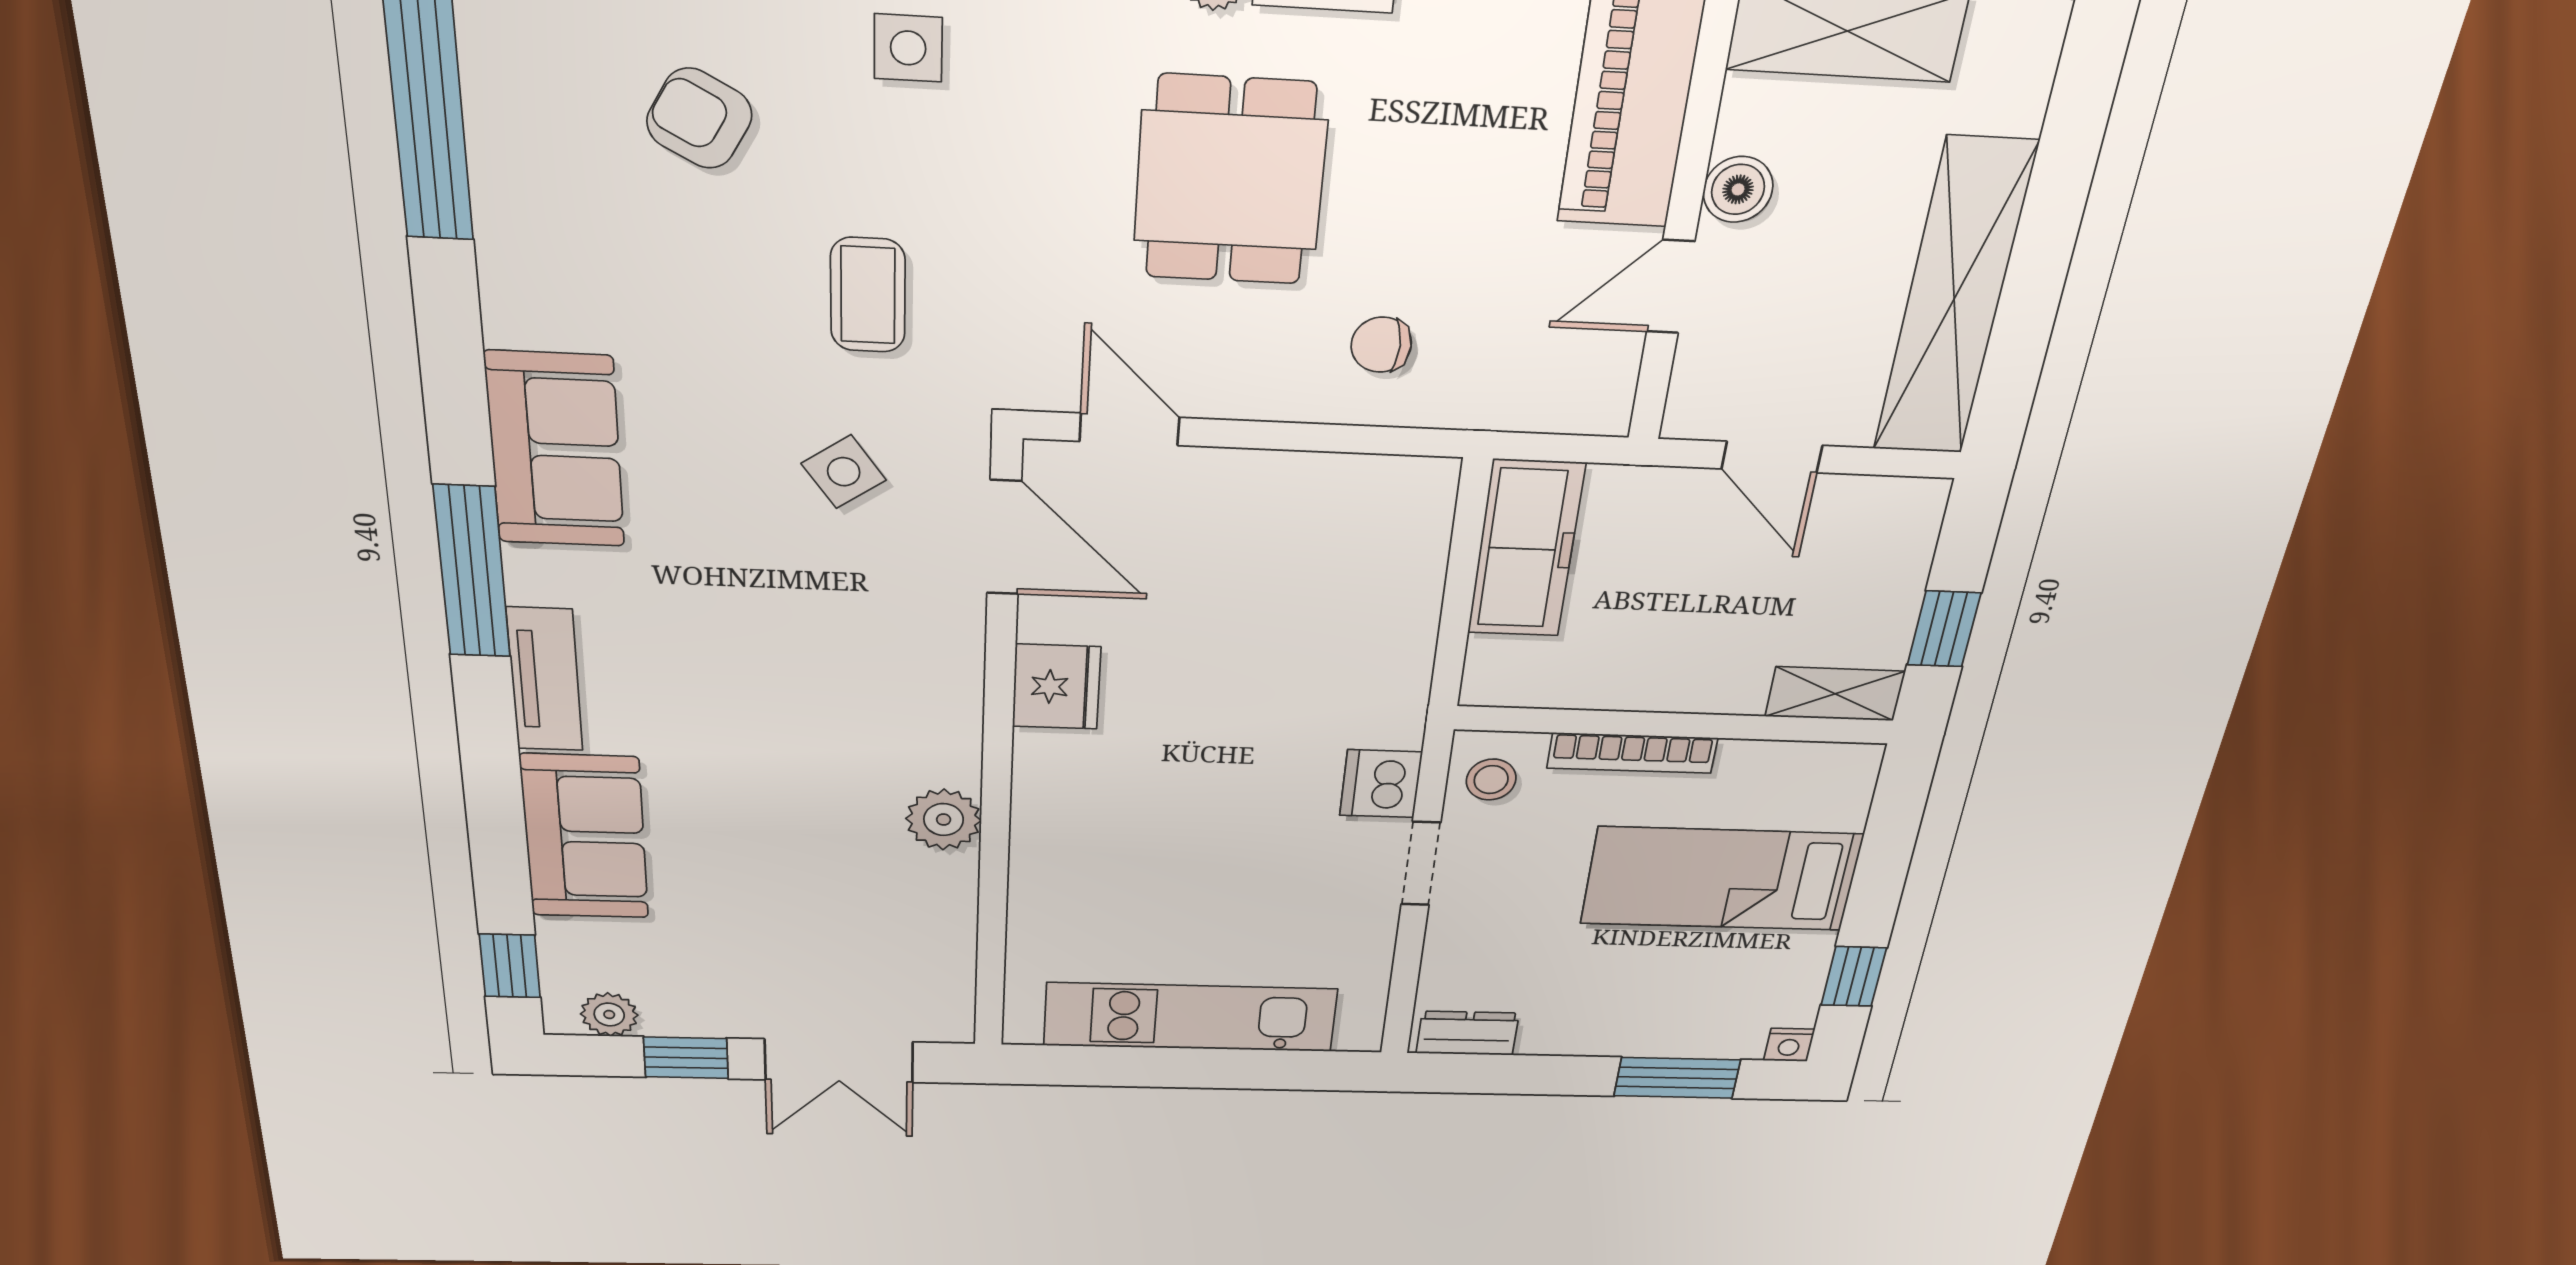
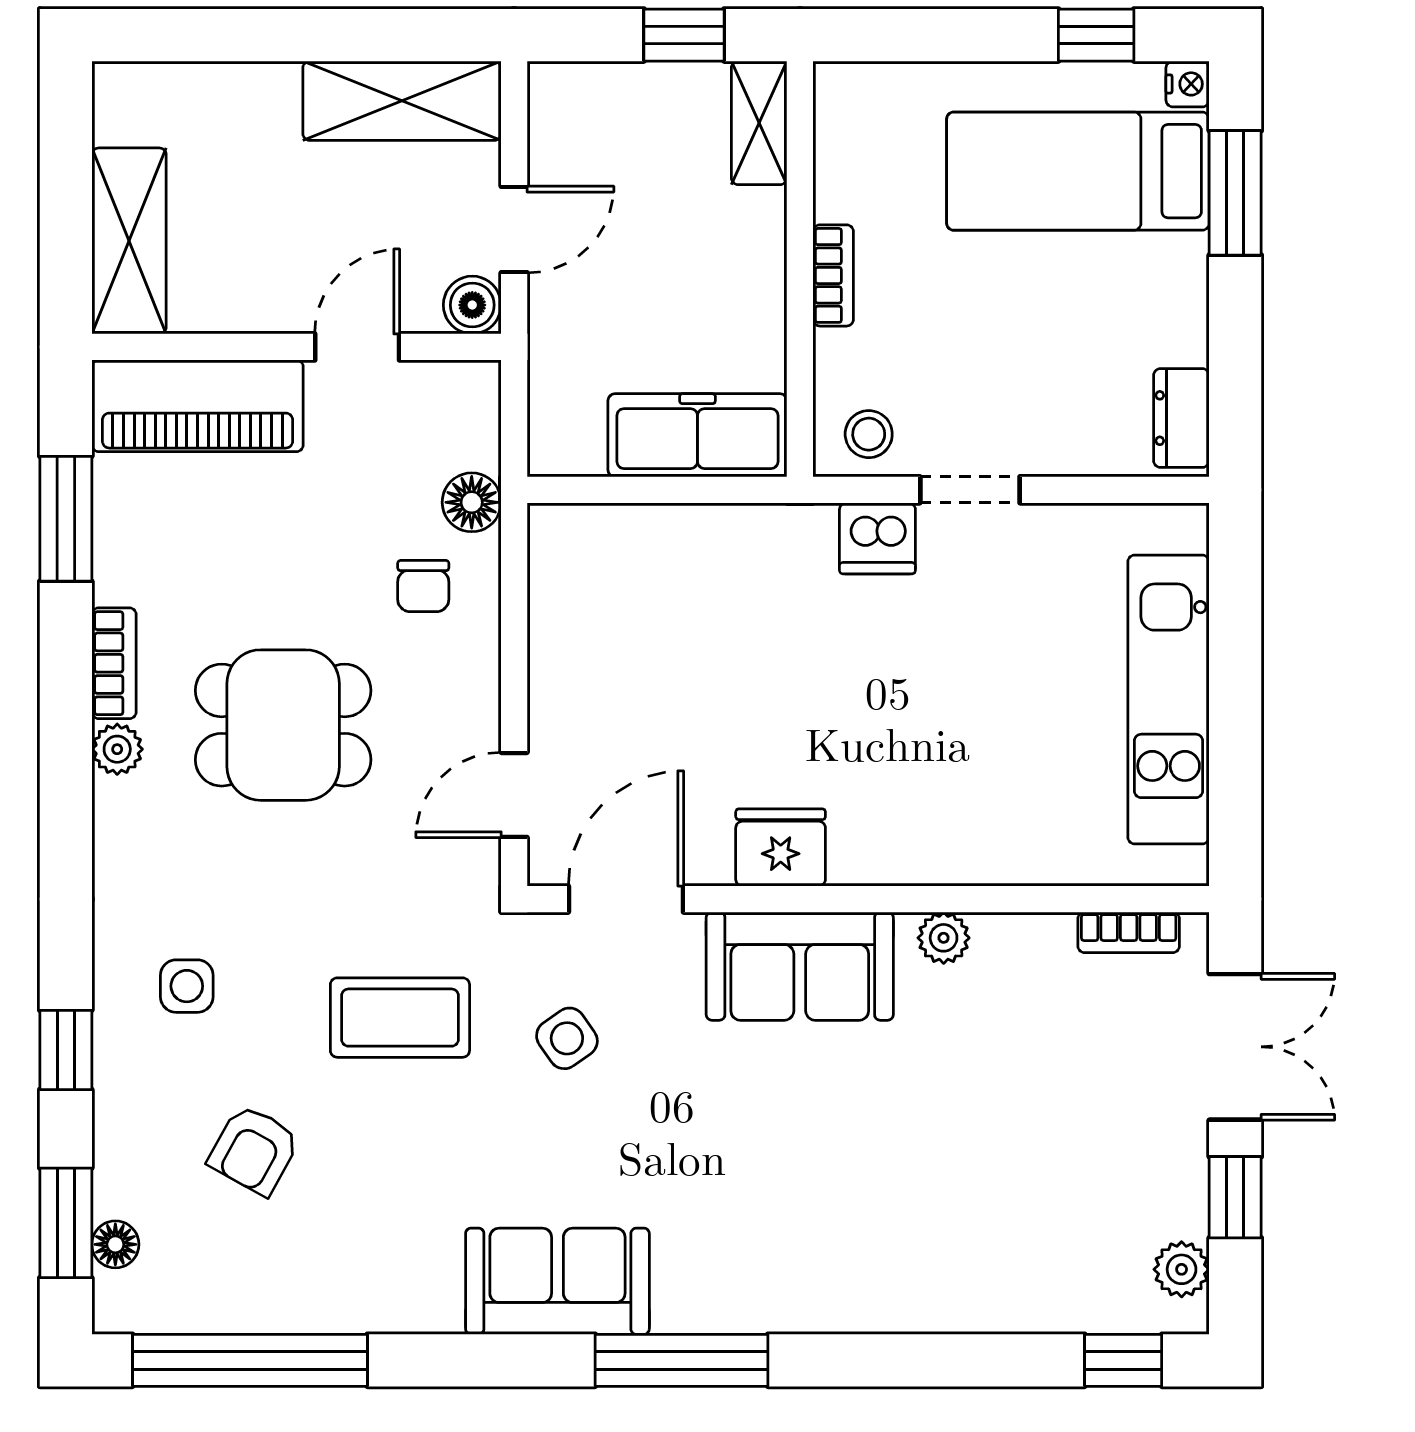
boiler: (1738, 189) -> (472, 305), moved
door: (1671, 287) -> (357, 347), swing flipped
coffee table: (868, 295) -> (400, 1018), width x1.36, depth x1.30
shelving: (1954, 299) -> (402, 101), width x0.68
floor lamp: (1472, 400) -> (472, 502), added
freezer: (1526, 549) -> (697, 435), moved
tv unit: (545, 680) -> (792, 1305), removed
bookcase: (1632, 753) -> (833, 275), width x0.64
plant: (944, 820) -> (944, 938), width x0.73, depth x0.73
sofa: (585, 837) -> (800, 966), moved, turned 180
bed: (1721, 879) -> (1078, 171), moved, turned 90
bookcase: (956, 981) -> (1129, 932), added

